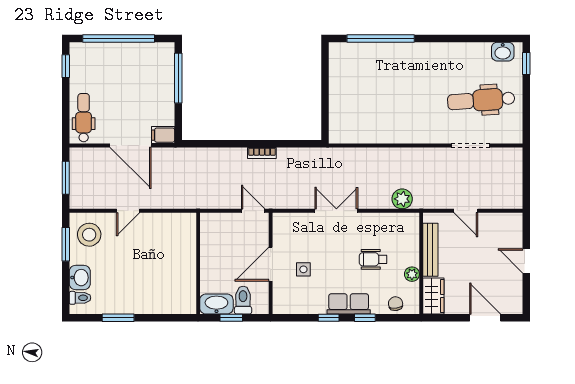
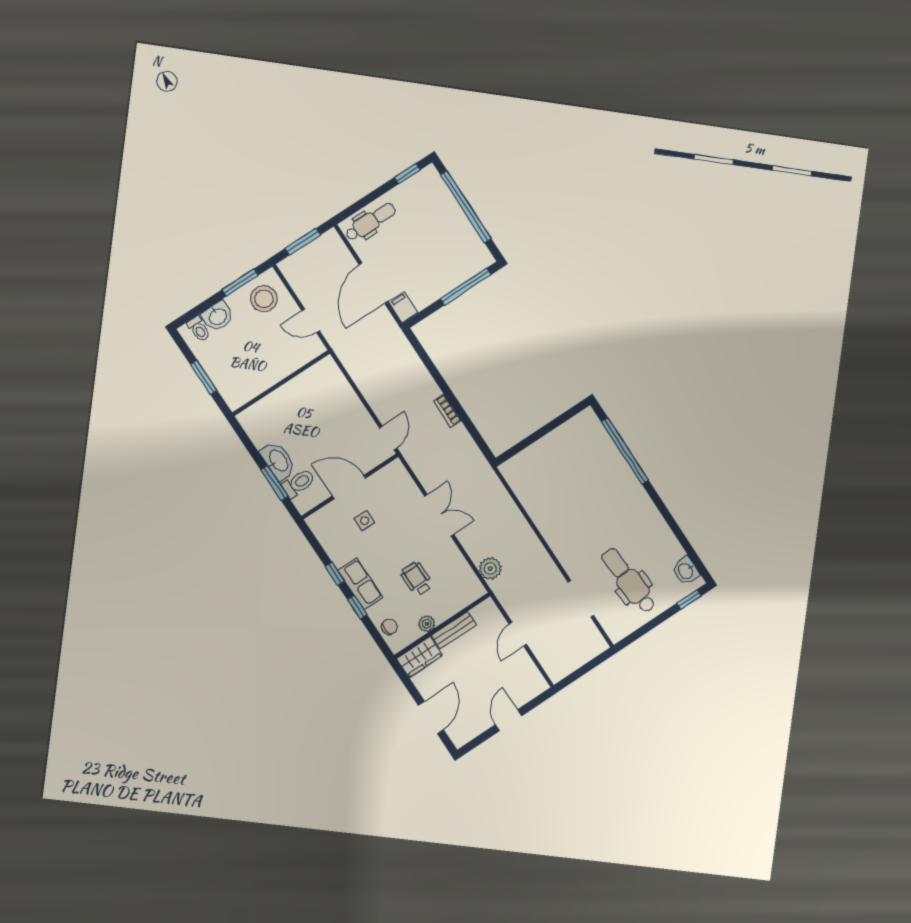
bench: (430, 250) -> (454, 630), width x0.73
wall: (198, 263) -> (281, 383), moved
window: (231, 318) -> (274, 483), width x1.50

